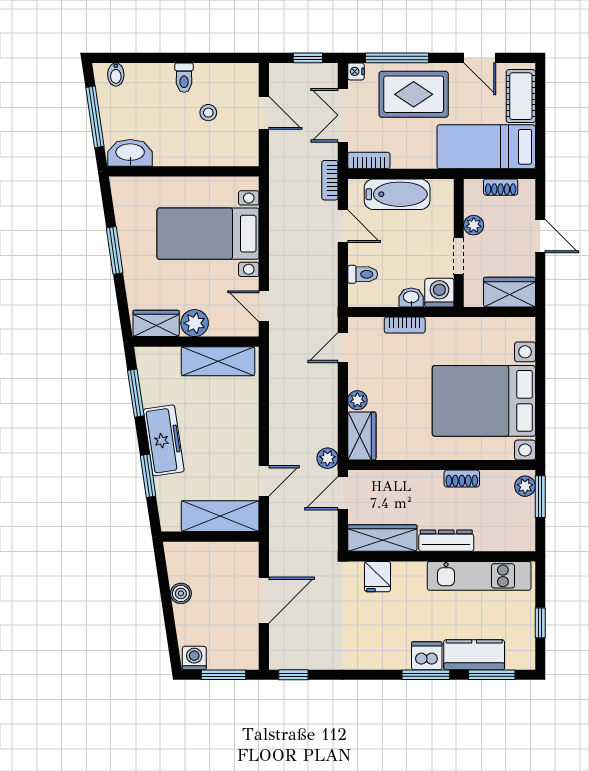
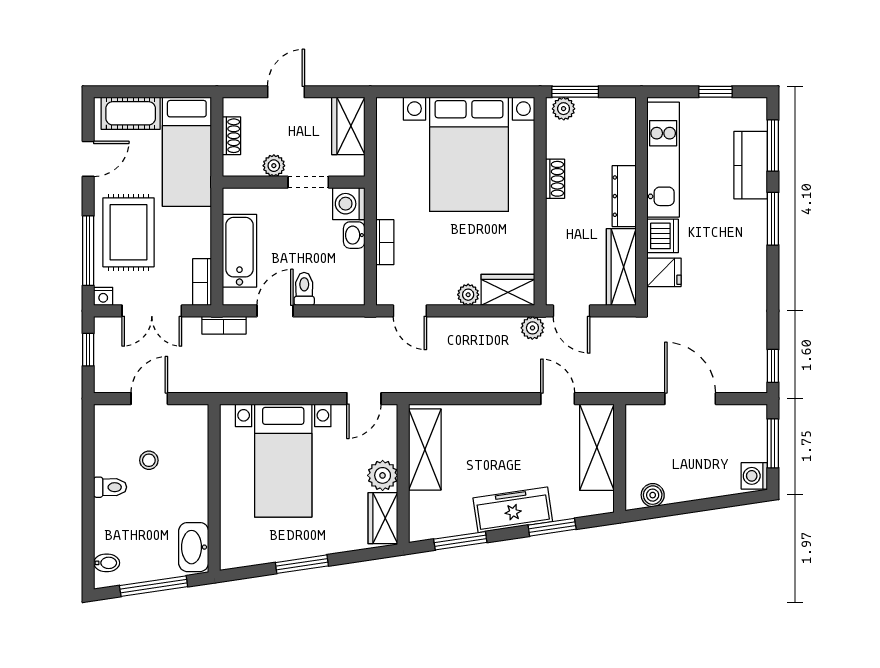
toilet: (363, 274) -> (304, 289), moved
boiler: (181, 593) -> (653, 495), moved
dishwasher: (427, 656) -> (663, 236), moved, turned 180

